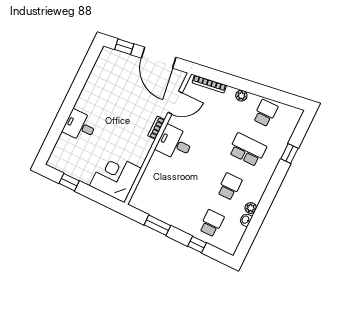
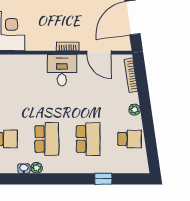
school desk: (230, 186) -> (47, 139), width x1.85

